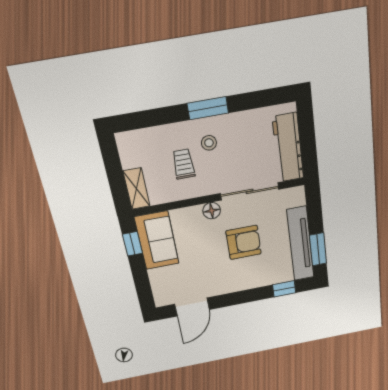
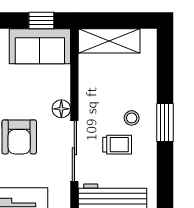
trolley: (184, 164) -> (117, 145), moved
shelving: (136, 189) -> (109, 41), width x1.50, depth x1.33

